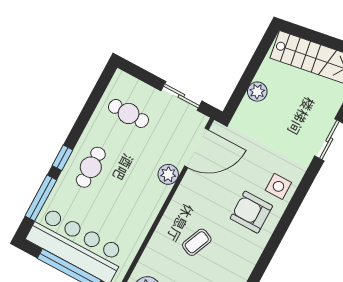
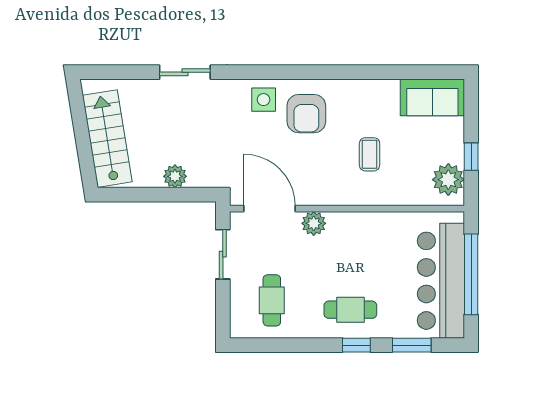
window: (41, 198) -> (412, 345), width x0.69
coffee table: (197, 242) -> (370, 154), turned 67

